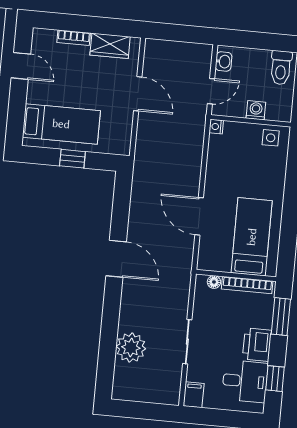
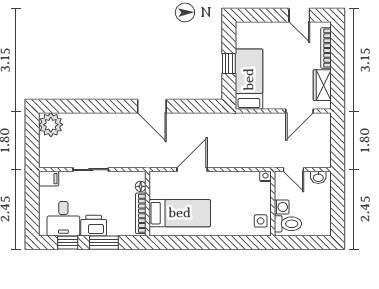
bookcase: (74, 38) -> (326, 48), width x1.56
door: (21, 66) -> (299, 15), hinge flipped
toilet: (281, 68) -> (288, 224), moved, turned 180
door: (138, 94) -> (299, 111), moved
bed: (61, 124) -> (249, 79), moved, turned 180
door: (116, 259) -> (152, 106), hinge flipped
window: (281, 317) -> (104, 243), moved
plant: (131, 348) -> (51, 125), moved

